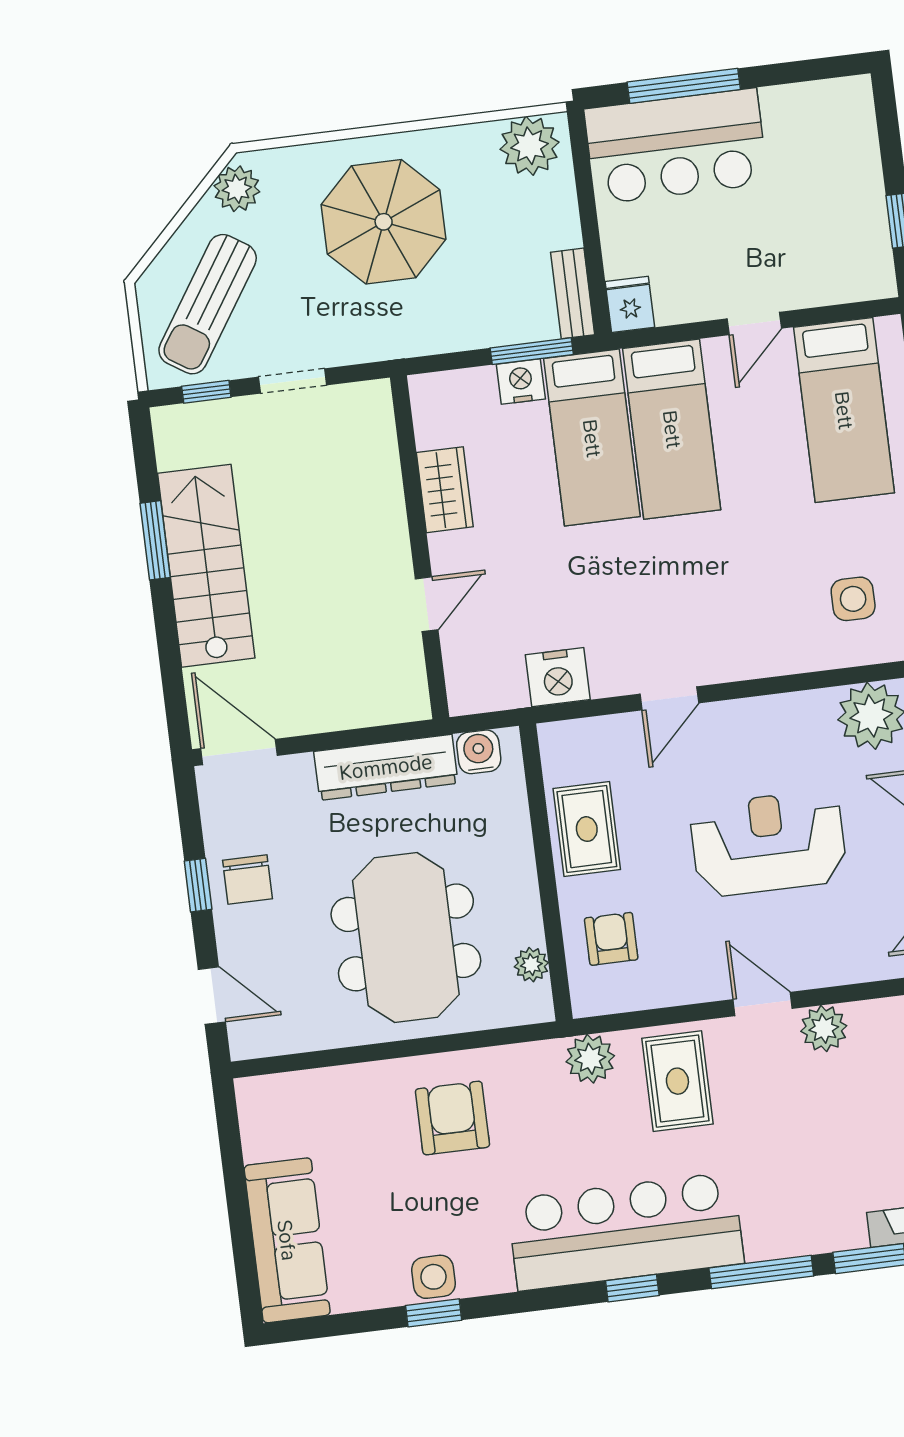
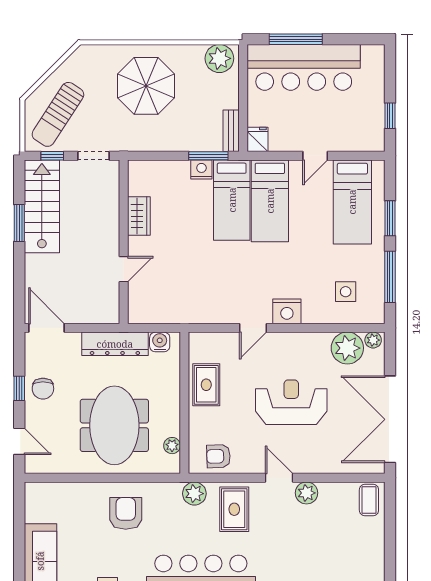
bar counter: (676, 146) -> (304, 67), width x1.36
plant: (237, 189) -> (79, 62), removed
wardrobe: (445, 490) -> (139, 216), moved
wall: (420, 547) -> (124, 242), moved
stairs: (206, 566) -> (42, 206), moved
door: (427, 604) -> (124, 269), moved
nightstand: (558, 677) -> (287, 311), moved
armchair: (611, 939) -> (218, 456), moved, turned -92

